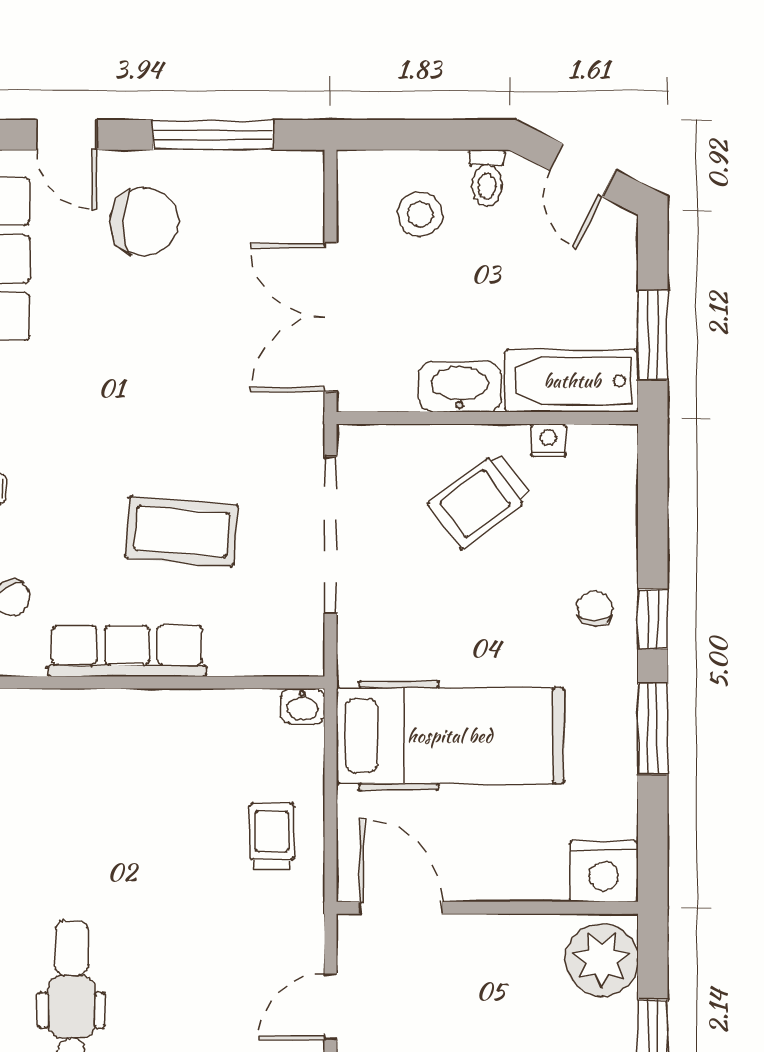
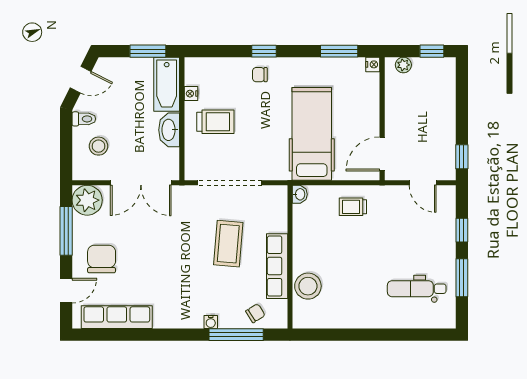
plant: (288, 186) -> (87, 200), added
trolley: (480, 500) -> (215, 122), turned -53
stool: (78, 726) -> (308, 286), added
window: (653, 728) -> (339, 51), moved
nightstand: (604, 871) -> (373, 64), width x0.53, depth x0.56
plant: (602, 960) -> (403, 65), width x0.53, depth x0.53

